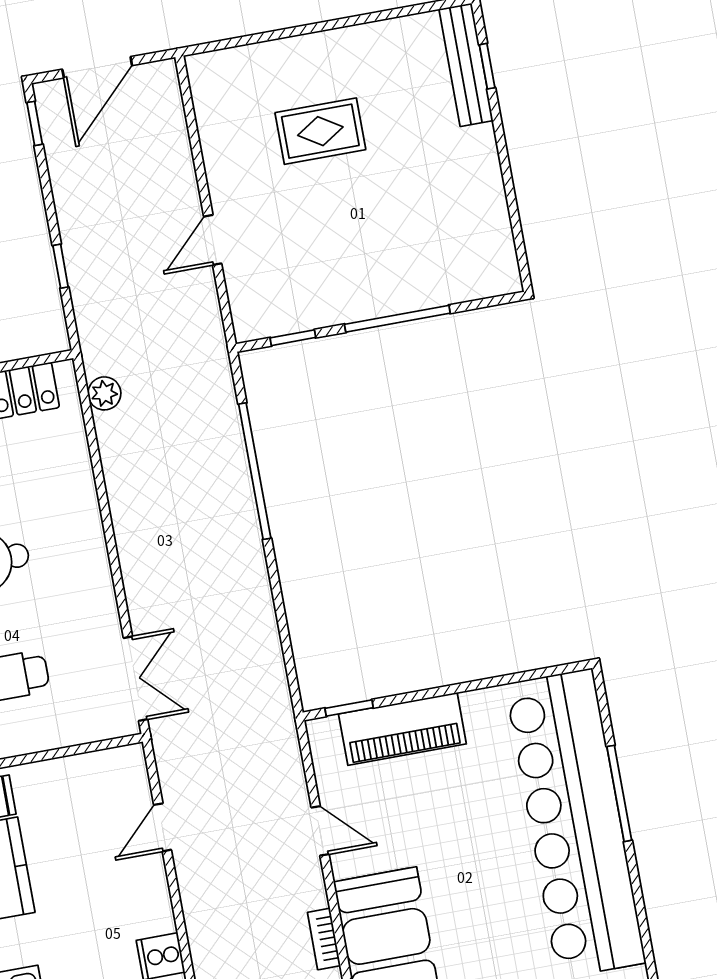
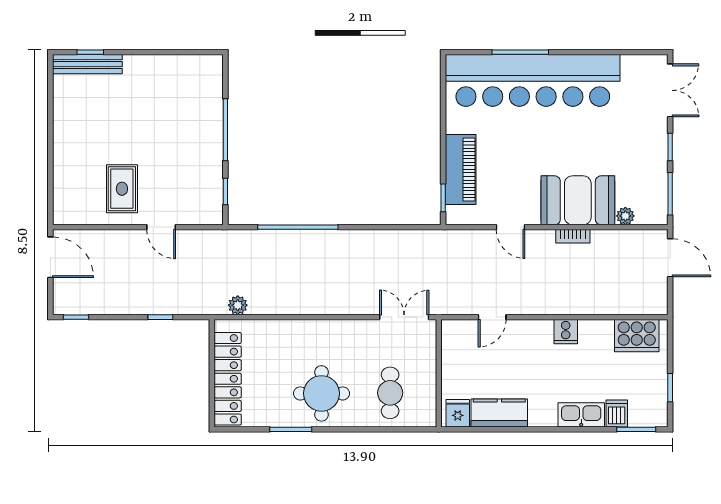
door: (97, 67) -> (50, 257), moved
rug: (320, 131) -> (122, 189), moved
door: (163, 827) -> (492, 317), hinge flipped
door: (320, 831) -> (511, 227), swing flipped

